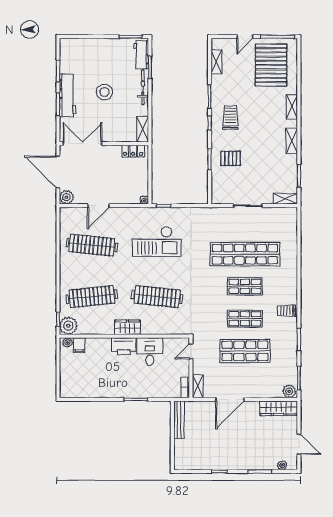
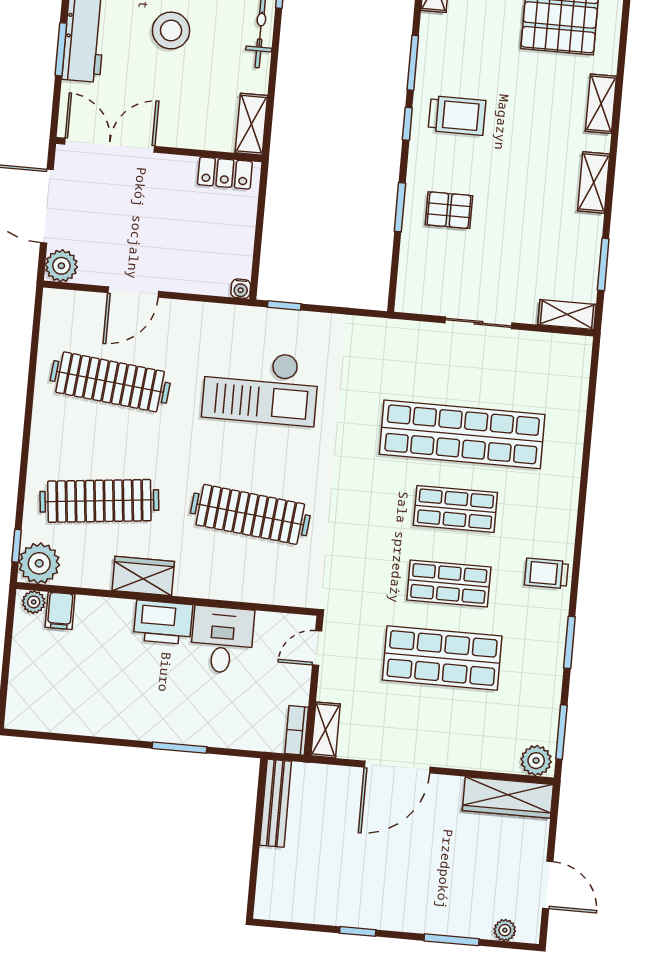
trolley: (231, 117) -> (457, 115), turned 90
wardrobe: (127, 327) -> (143, 576), moved

